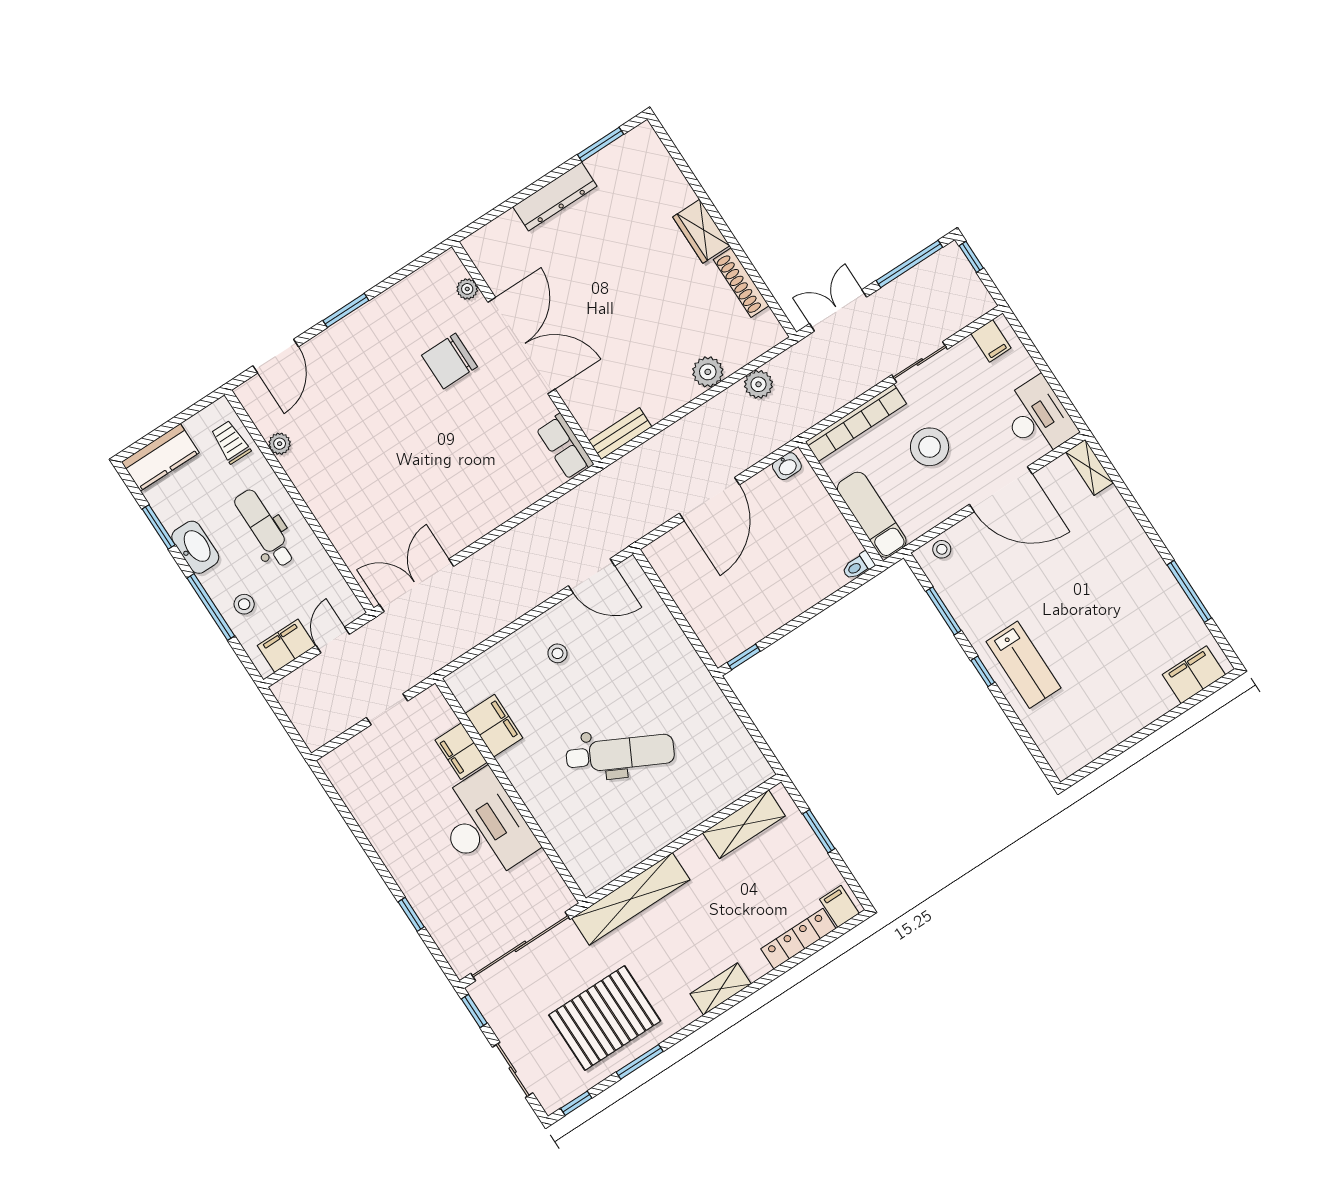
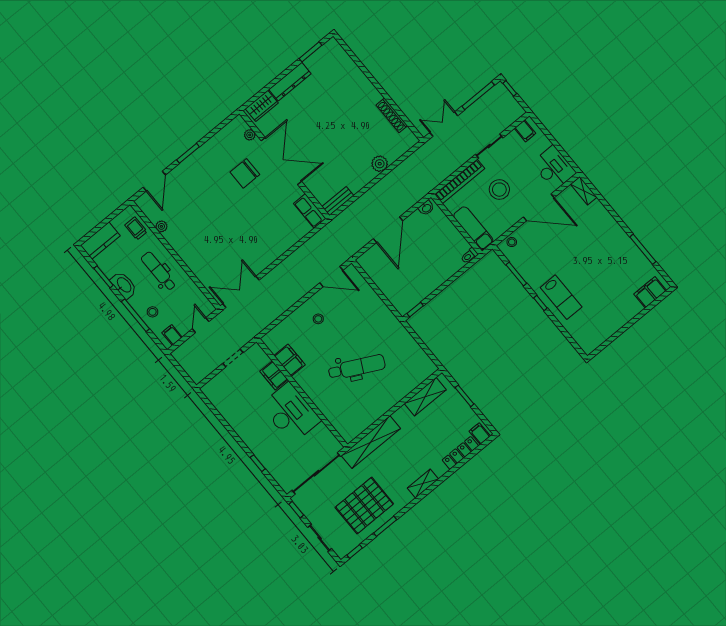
wardrobe: (701, 231) -> (262, 106), moved, turned -90
plant: (758, 384) -> (407, 167), removed
filing cabinet: (286, 646) -> (172, 335), width x0.50

